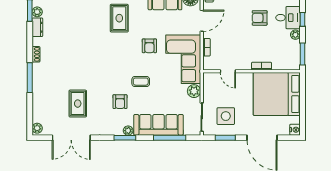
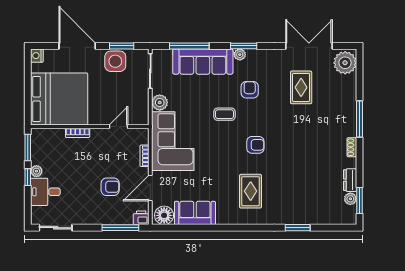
armchair: (260, 18) -> (110, 187), moved
window: (303, 19) -> (28, 177), moved
armchair: (149, 46) -> (255, 145), moved, turned 90
door: (228, 71) -> (119, 127), hinge flipped
side table: (226, 116) -> (115, 61), moved
plant: (37, 128) -> (345, 63), width x1.88, depth x1.88

